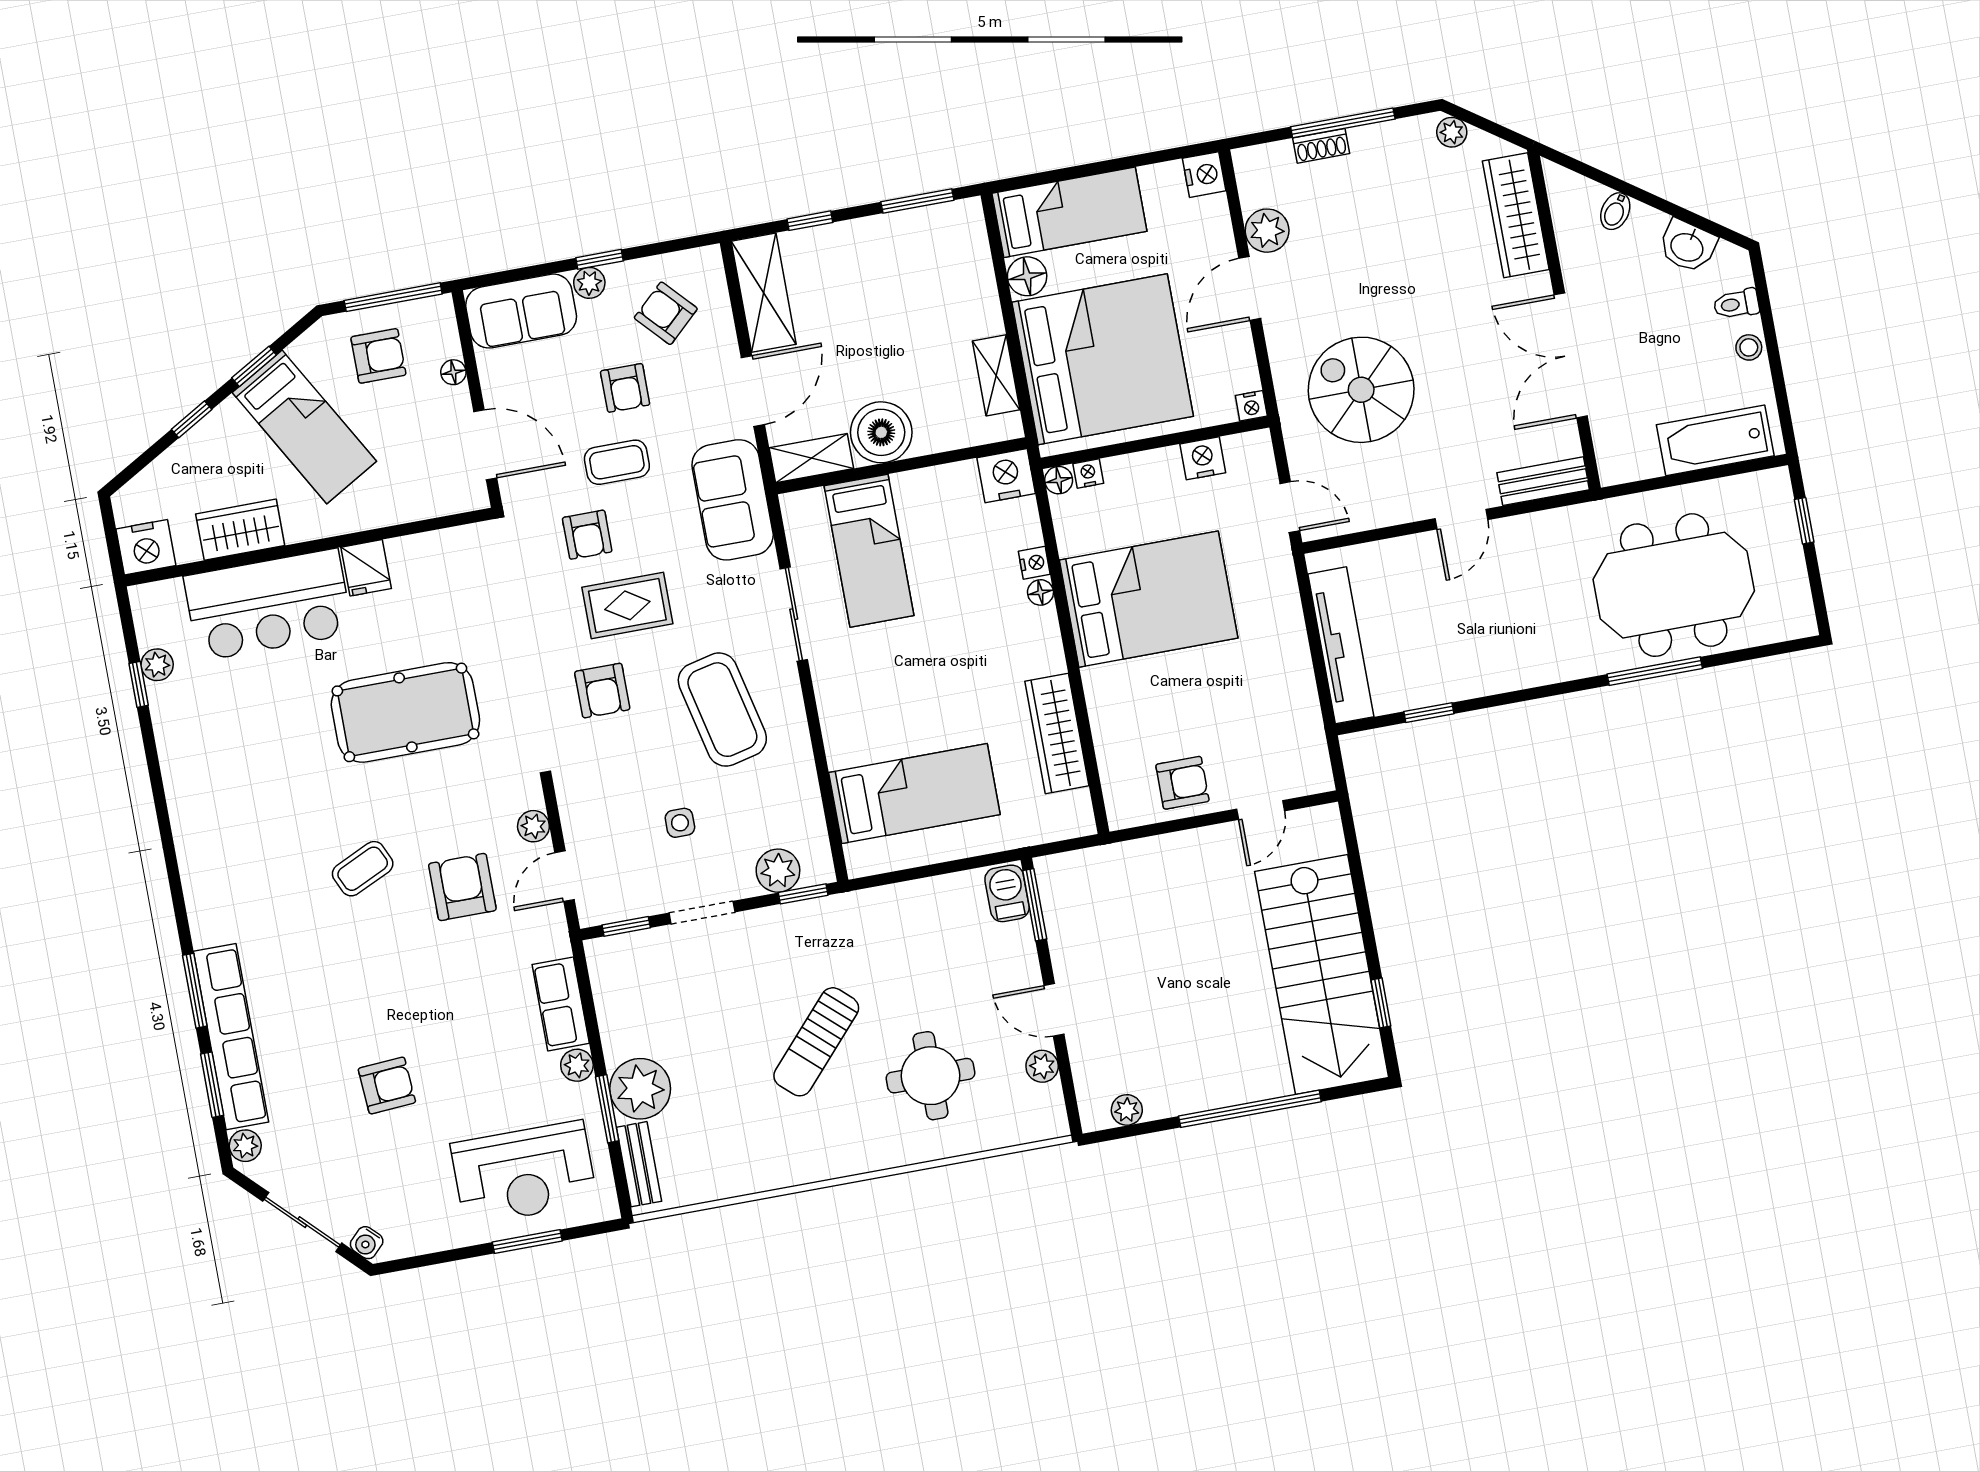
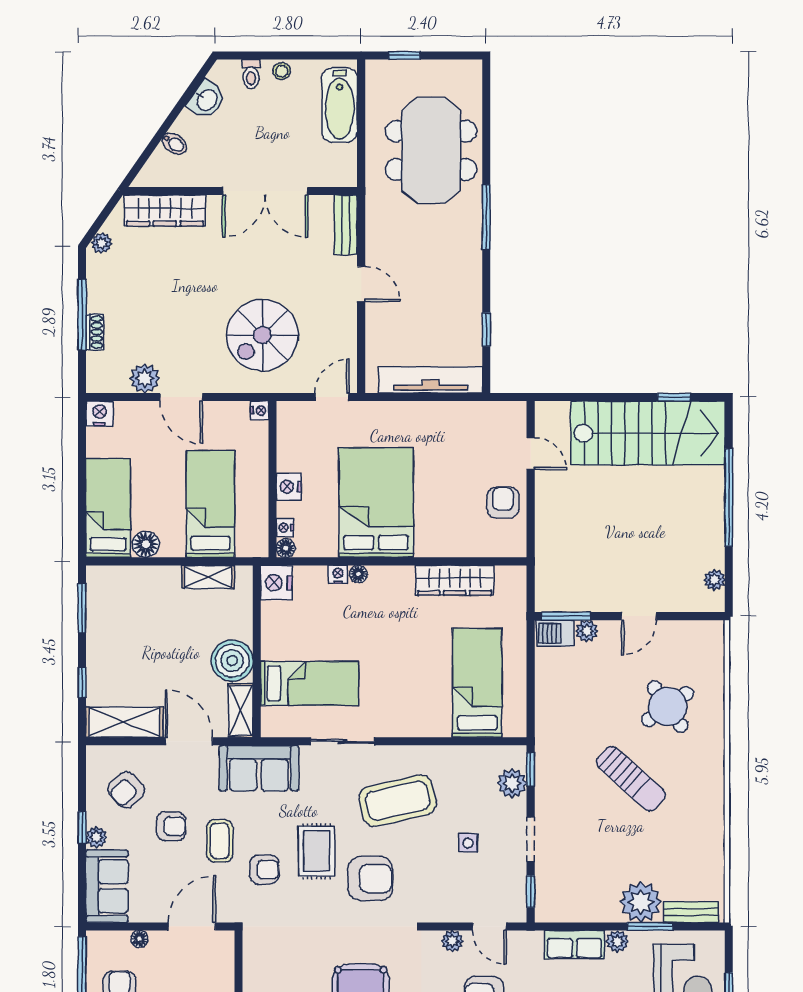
bed: (1103, 359) -> (210, 504), width x0.49
nightstand: (1203, 458) -> (289, 487), moved
window: (1655, 671) -> (486, 217), moved
armchair: (602, 691) -> (370, 879), width x1.38, depth x1.38
plant: (1042, 1066) -> (587, 631), moved
round table: (930, 1076) -> (668, 707), turned -35

